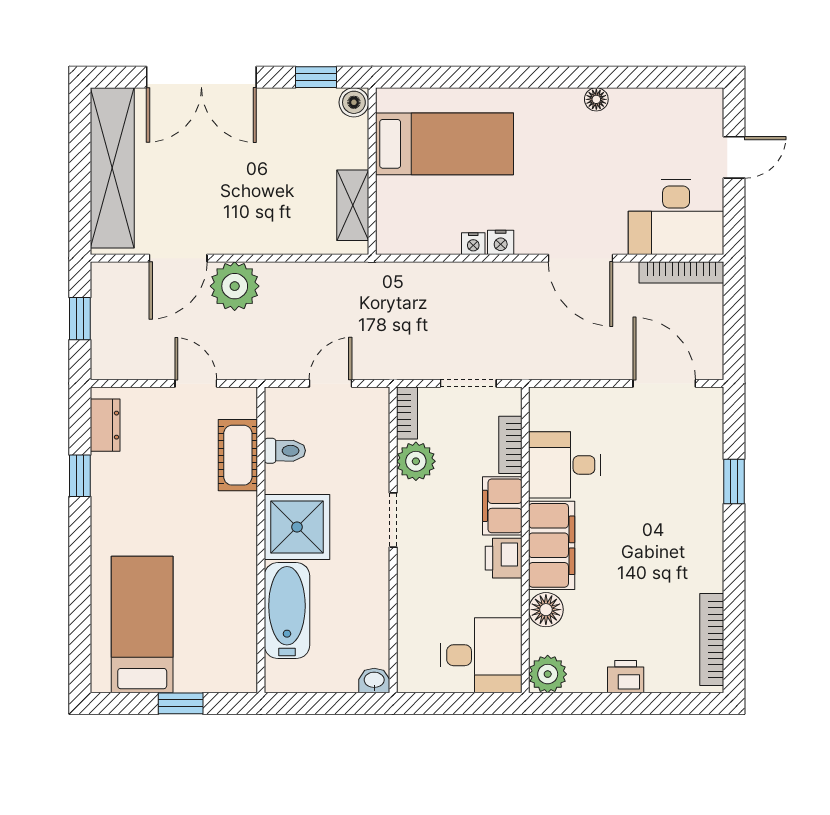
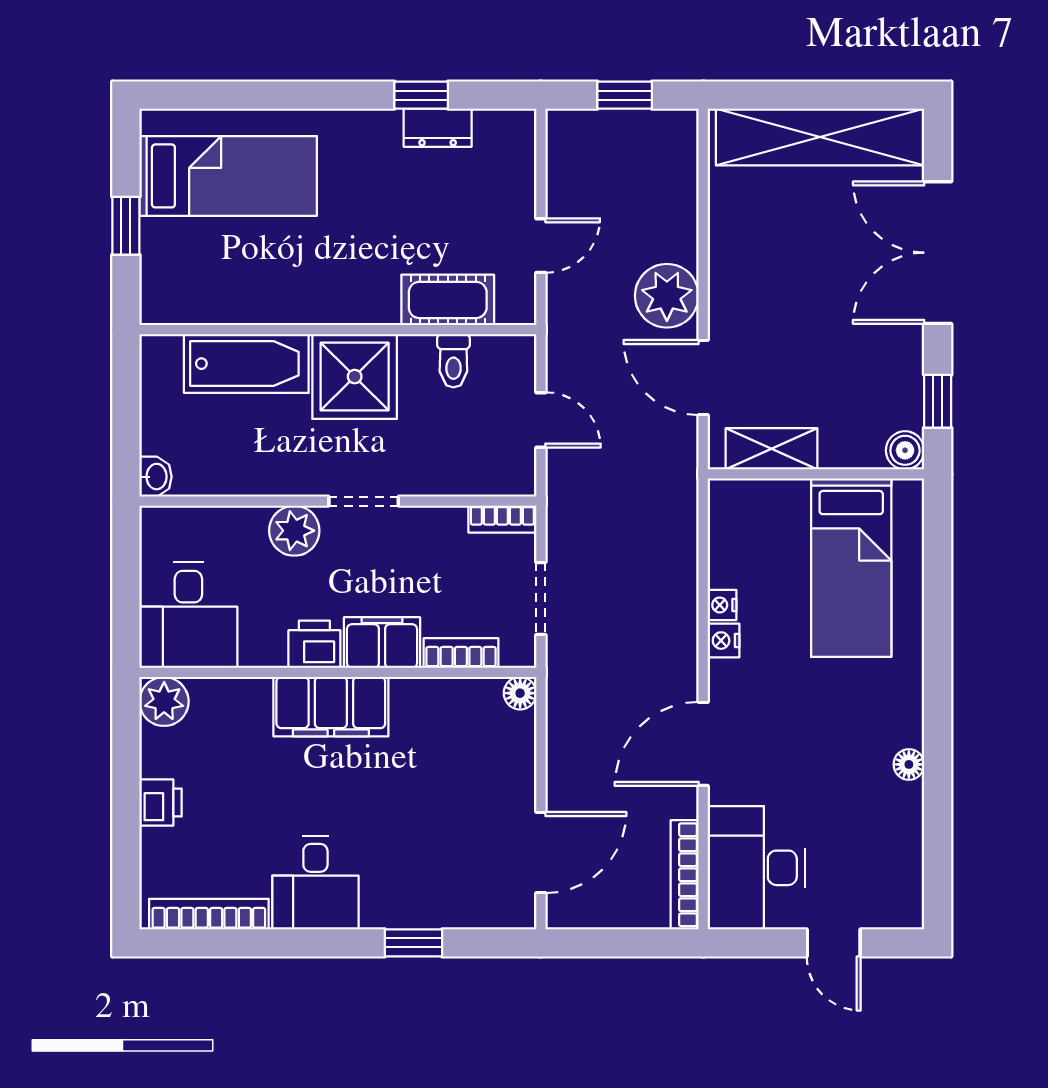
door: (178, 258) -> (703, 378), moved
dresser: (105, 425) -> (438, 128), moved
plant: (416, 461) -> (294, 531), moved
desk: (565, 465) -> (315, 883), moved, turned 180
floor lamp: (546, 610) -> (520, 693), moved, width x0.73, depth x0.73

